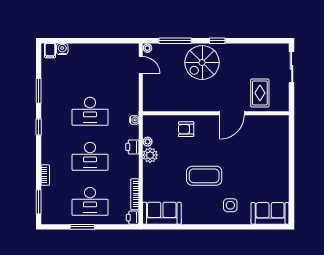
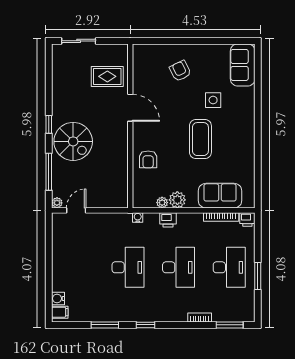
armchair: (265, 158) -> (180, 71), added
side table: (230, 205) -> (213, 100), moved
sofa: (162, 213) -> (220, 196), moved, turned 90

